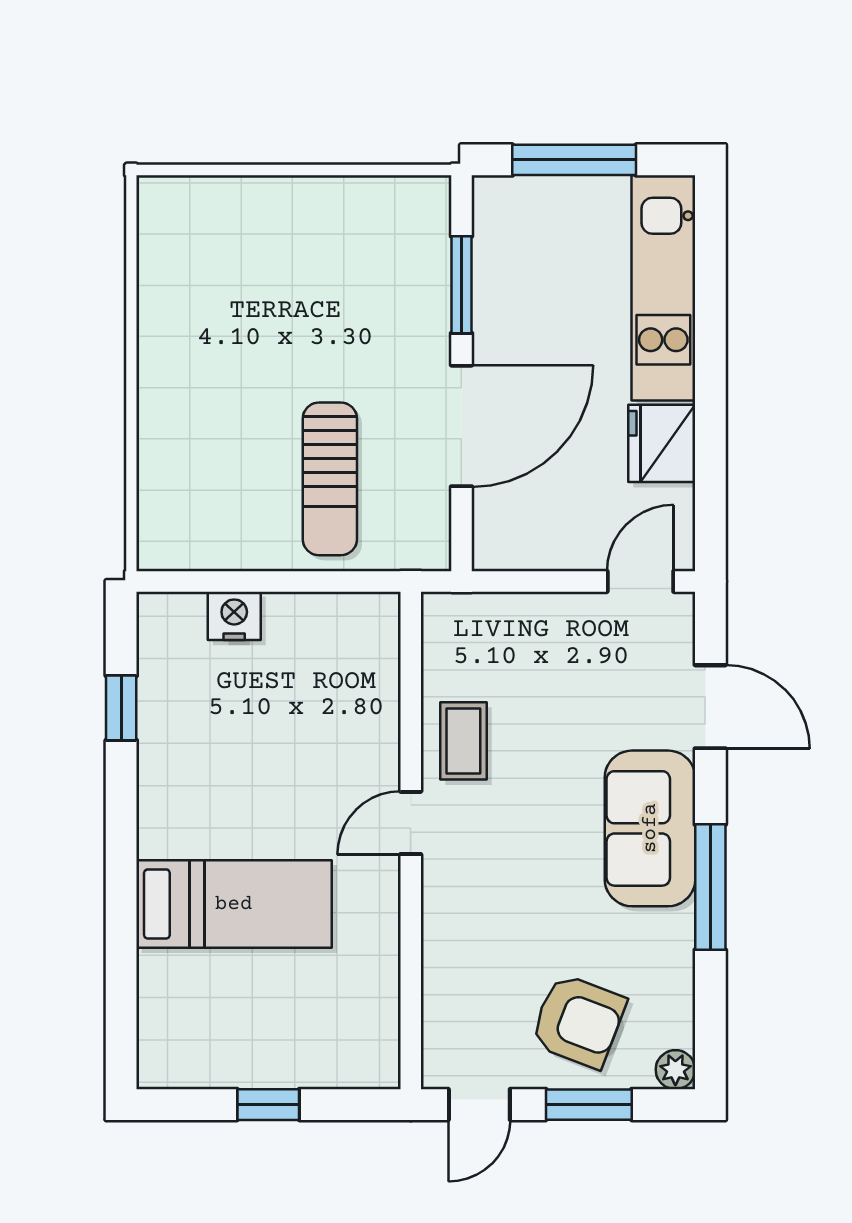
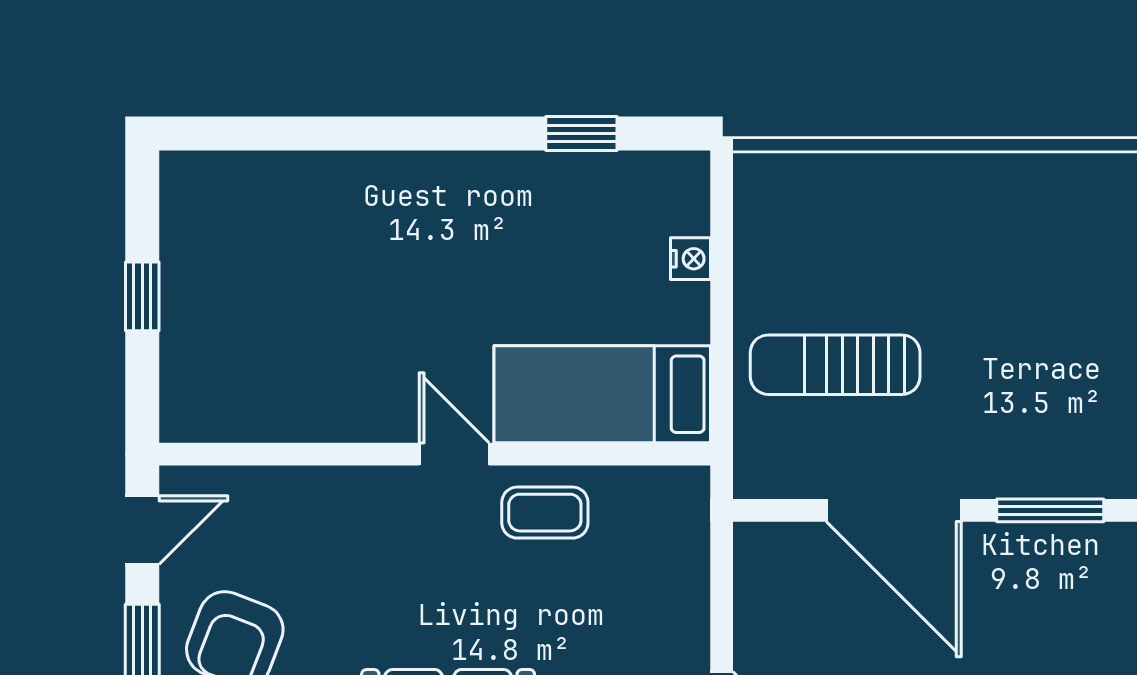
nightstand: (234, 616) -> (691, 259), width x0.72, depth x0.74
bed: (234, 904) -> (602, 394), moved, turned 90
door: (479, 1105) -> (142, 530), swing flipped

